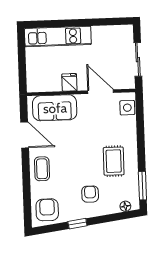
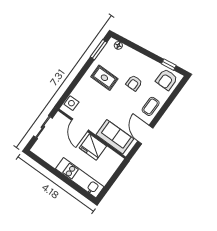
fridge: (69, 82) -> (93, 147), width x1.88, depth x1.34
rug: (114, 161) -> (104, 78), turned 90
armchair: (90, 194) -> (134, 83), moved
window: (77, 224) -> (169, 65), moved

